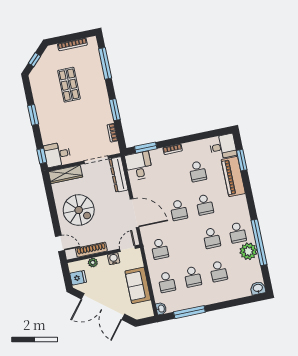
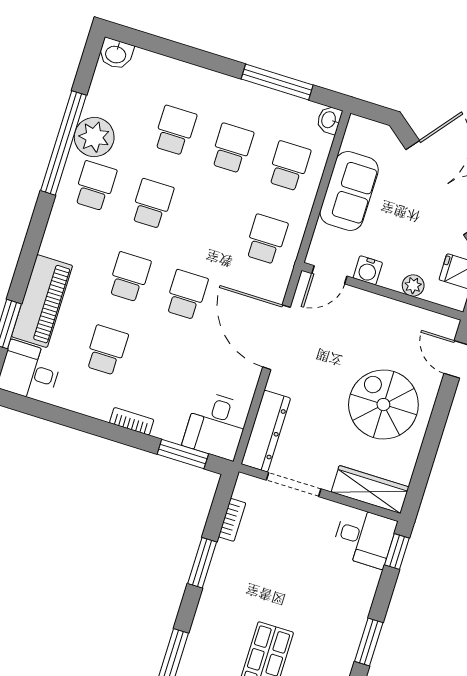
shoe rack: (91, 250) -> (402, 313), removed

